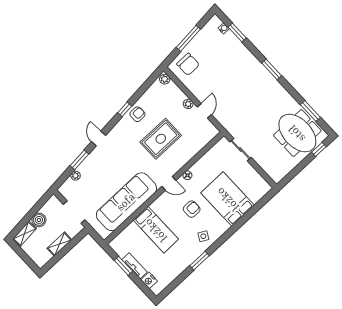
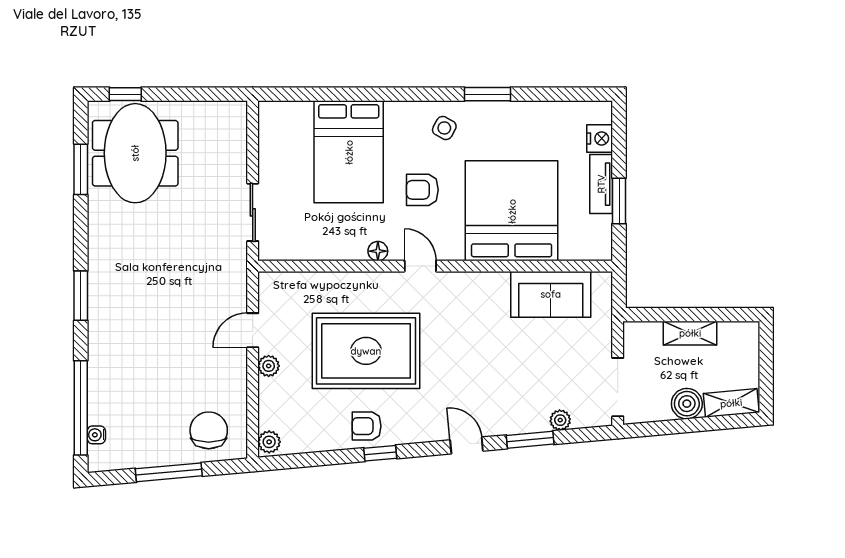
window: (237, 32) -> (81, 408), width x2.11
door: (99, 139) -> (467, 445), swing flipped
rug: (161, 139) -> (366, 351), width x1.37, depth x1.44
sofa: (126, 202) -> (551, 294), width x0.54, depth x0.79
doorway: (74, 212) -> (618, 387), moved
bed: (156, 230) -> (512, 211), width x2.04

